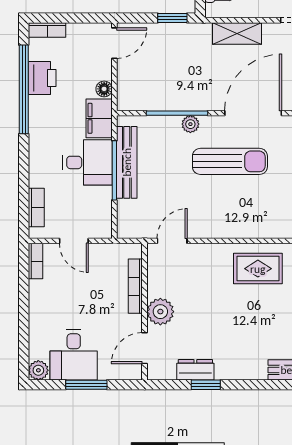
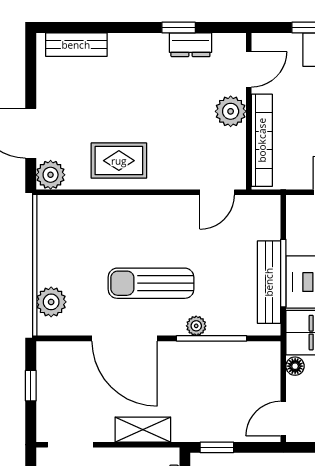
door: (253, 113) -> (124, 338), hinge flipped
bookcase: (135, 286) -> (262, 140), width x1.48, depth x1.31

